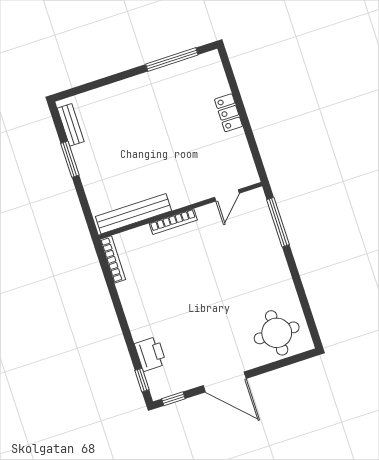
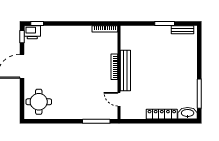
washbasin: (212, 69) -> (188, 113), added
locker: (228, 113) -> (162, 114), width x1.53
bench: (134, 214) -> (125, 71), moved
printer: (150, 354) -> (32, 32), moved

